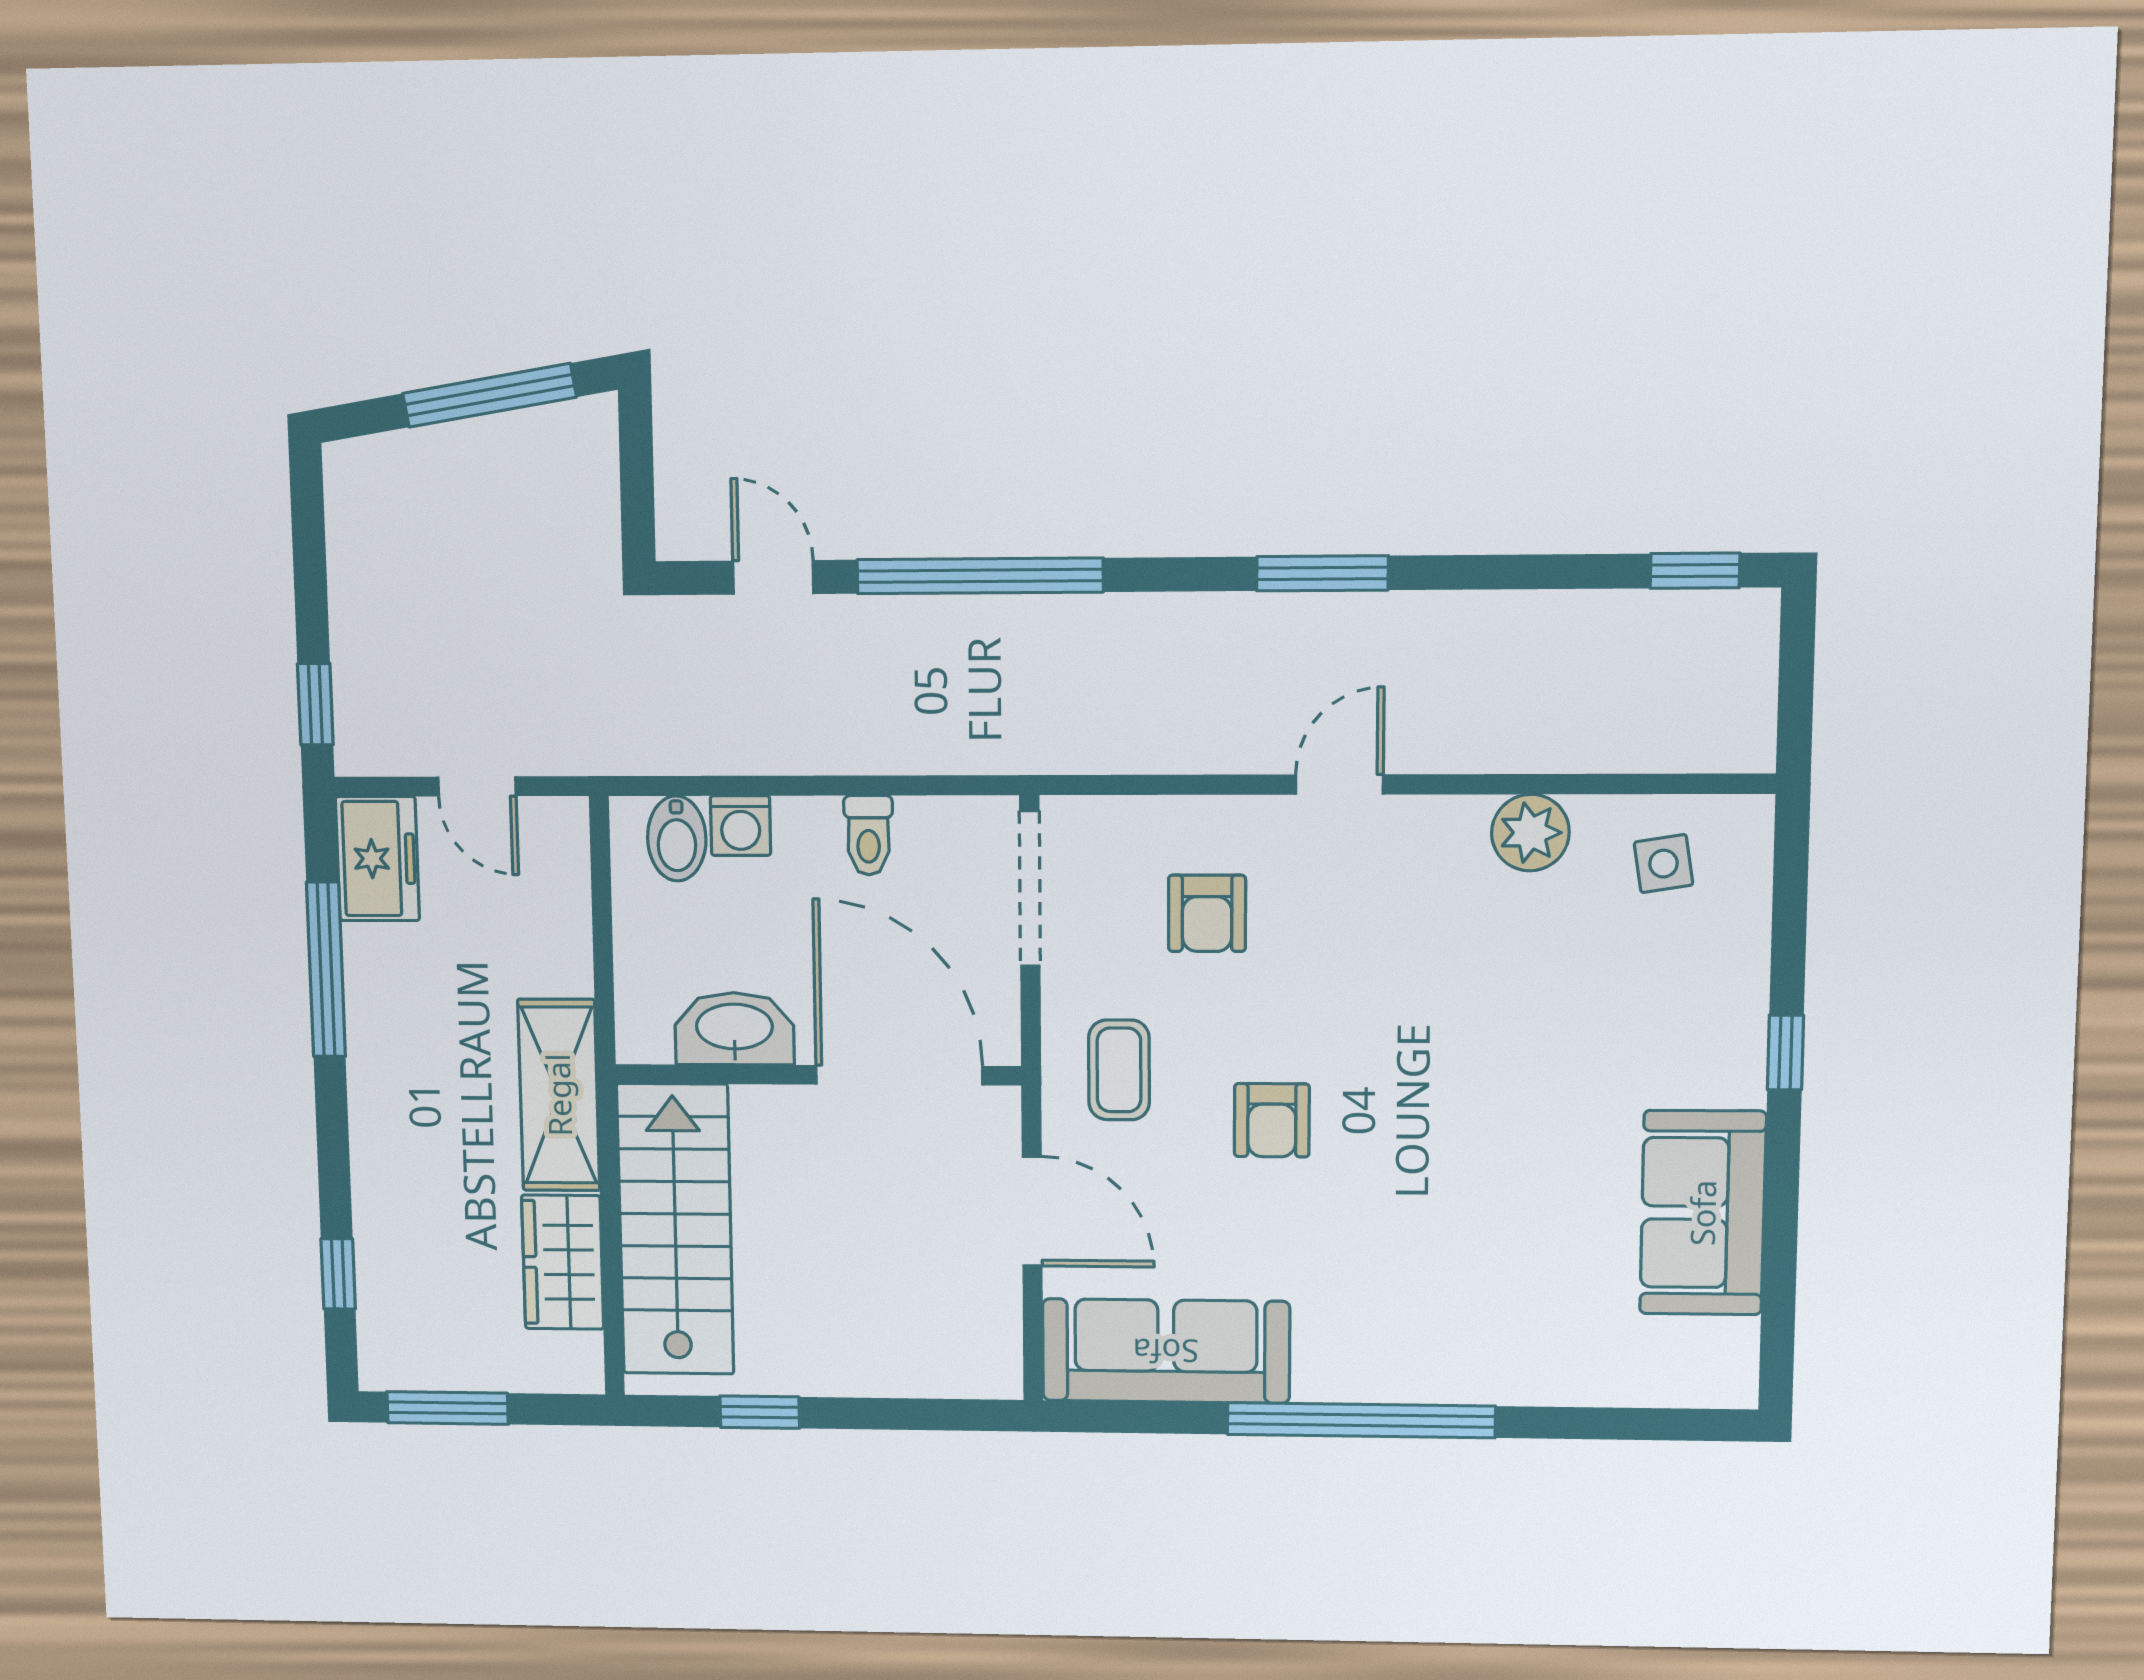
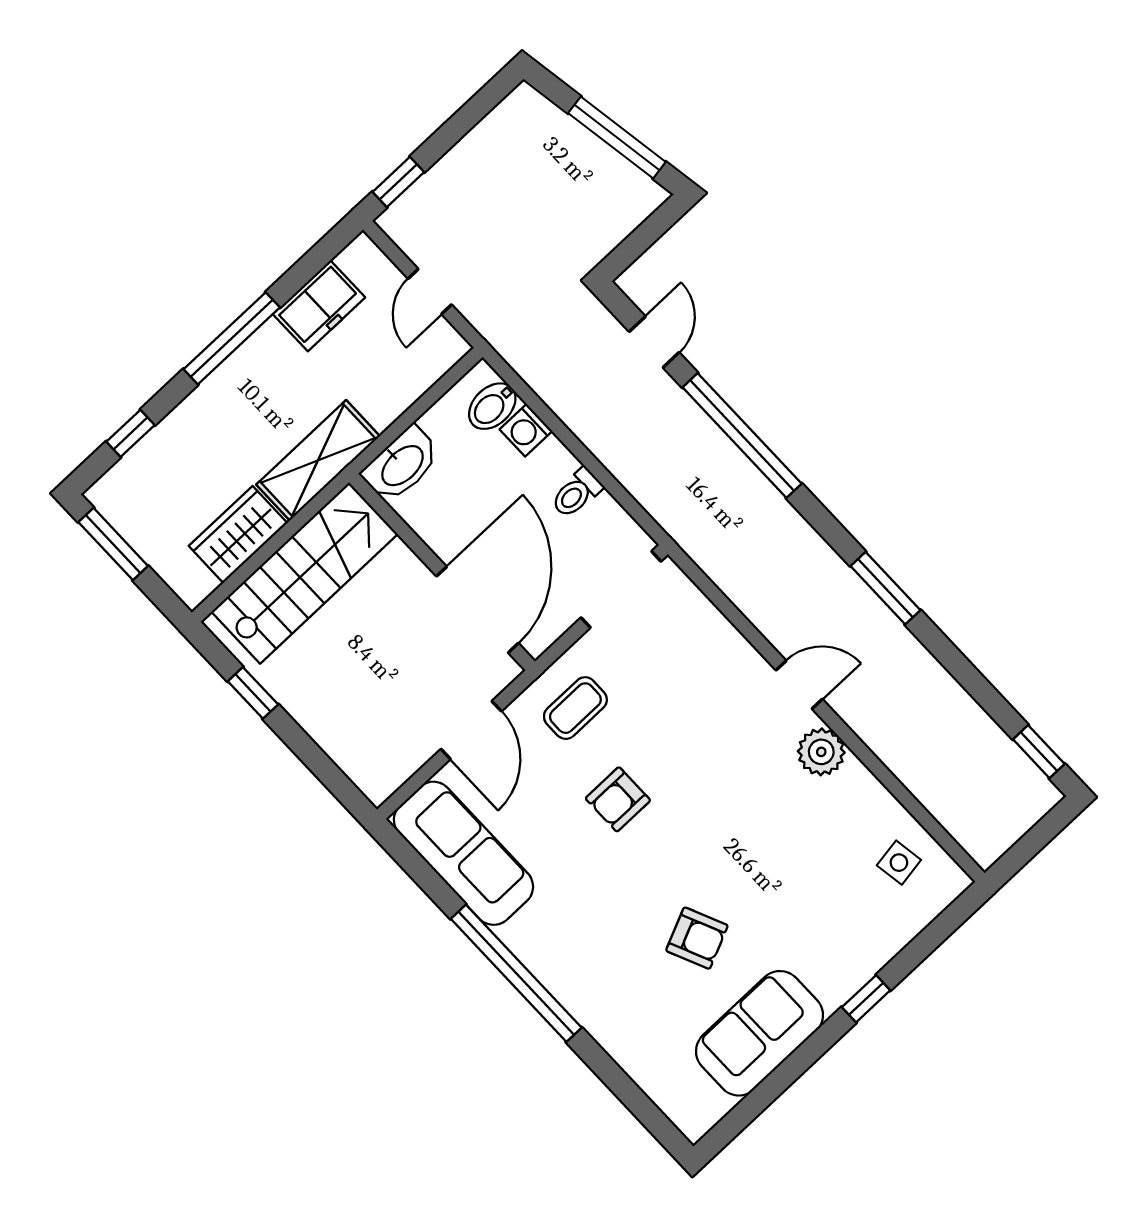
plant: (1530, 833) -> (821, 752), moved
freezer: (377, 859) -> (319, 306), moved
armchair: (1207, 913) -> (697, 938), moved, turned -114
window: (326, 969) -> (232, 338), moved
washbasin: (734, 1029) -> (402, 465), moved, turned 90

